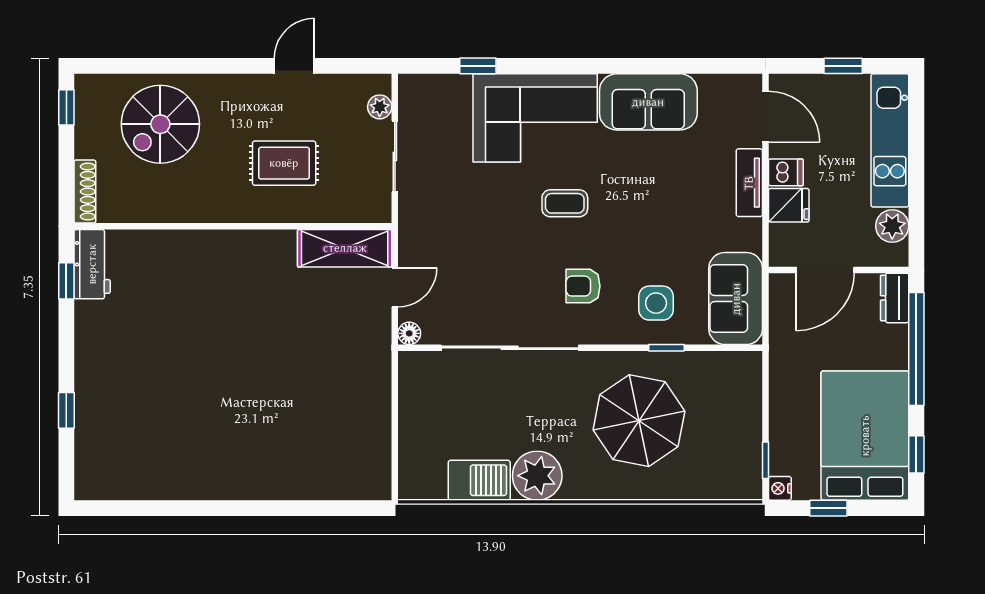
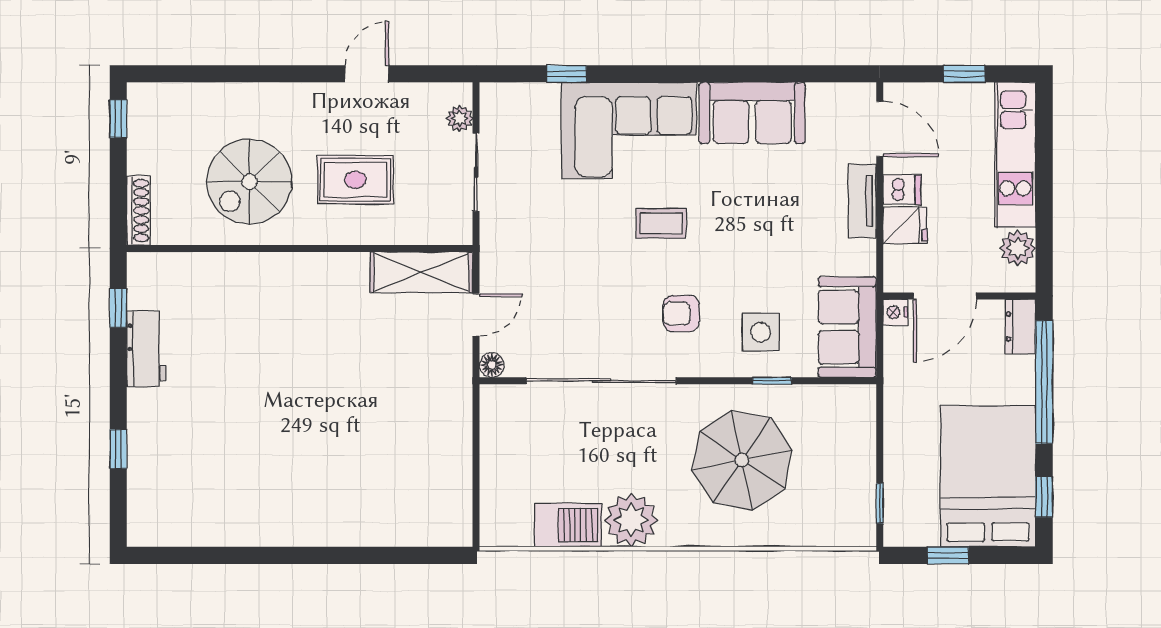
spiral stairs: (160, 124) -> (249, 182), moved
workbench: (92, 264) -> (146, 349), moved
nightstand: (780, 488) -> (895, 312), moved

